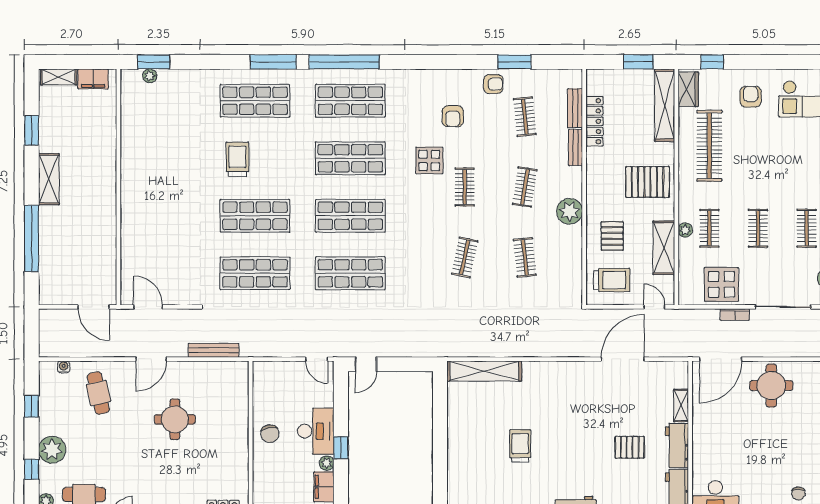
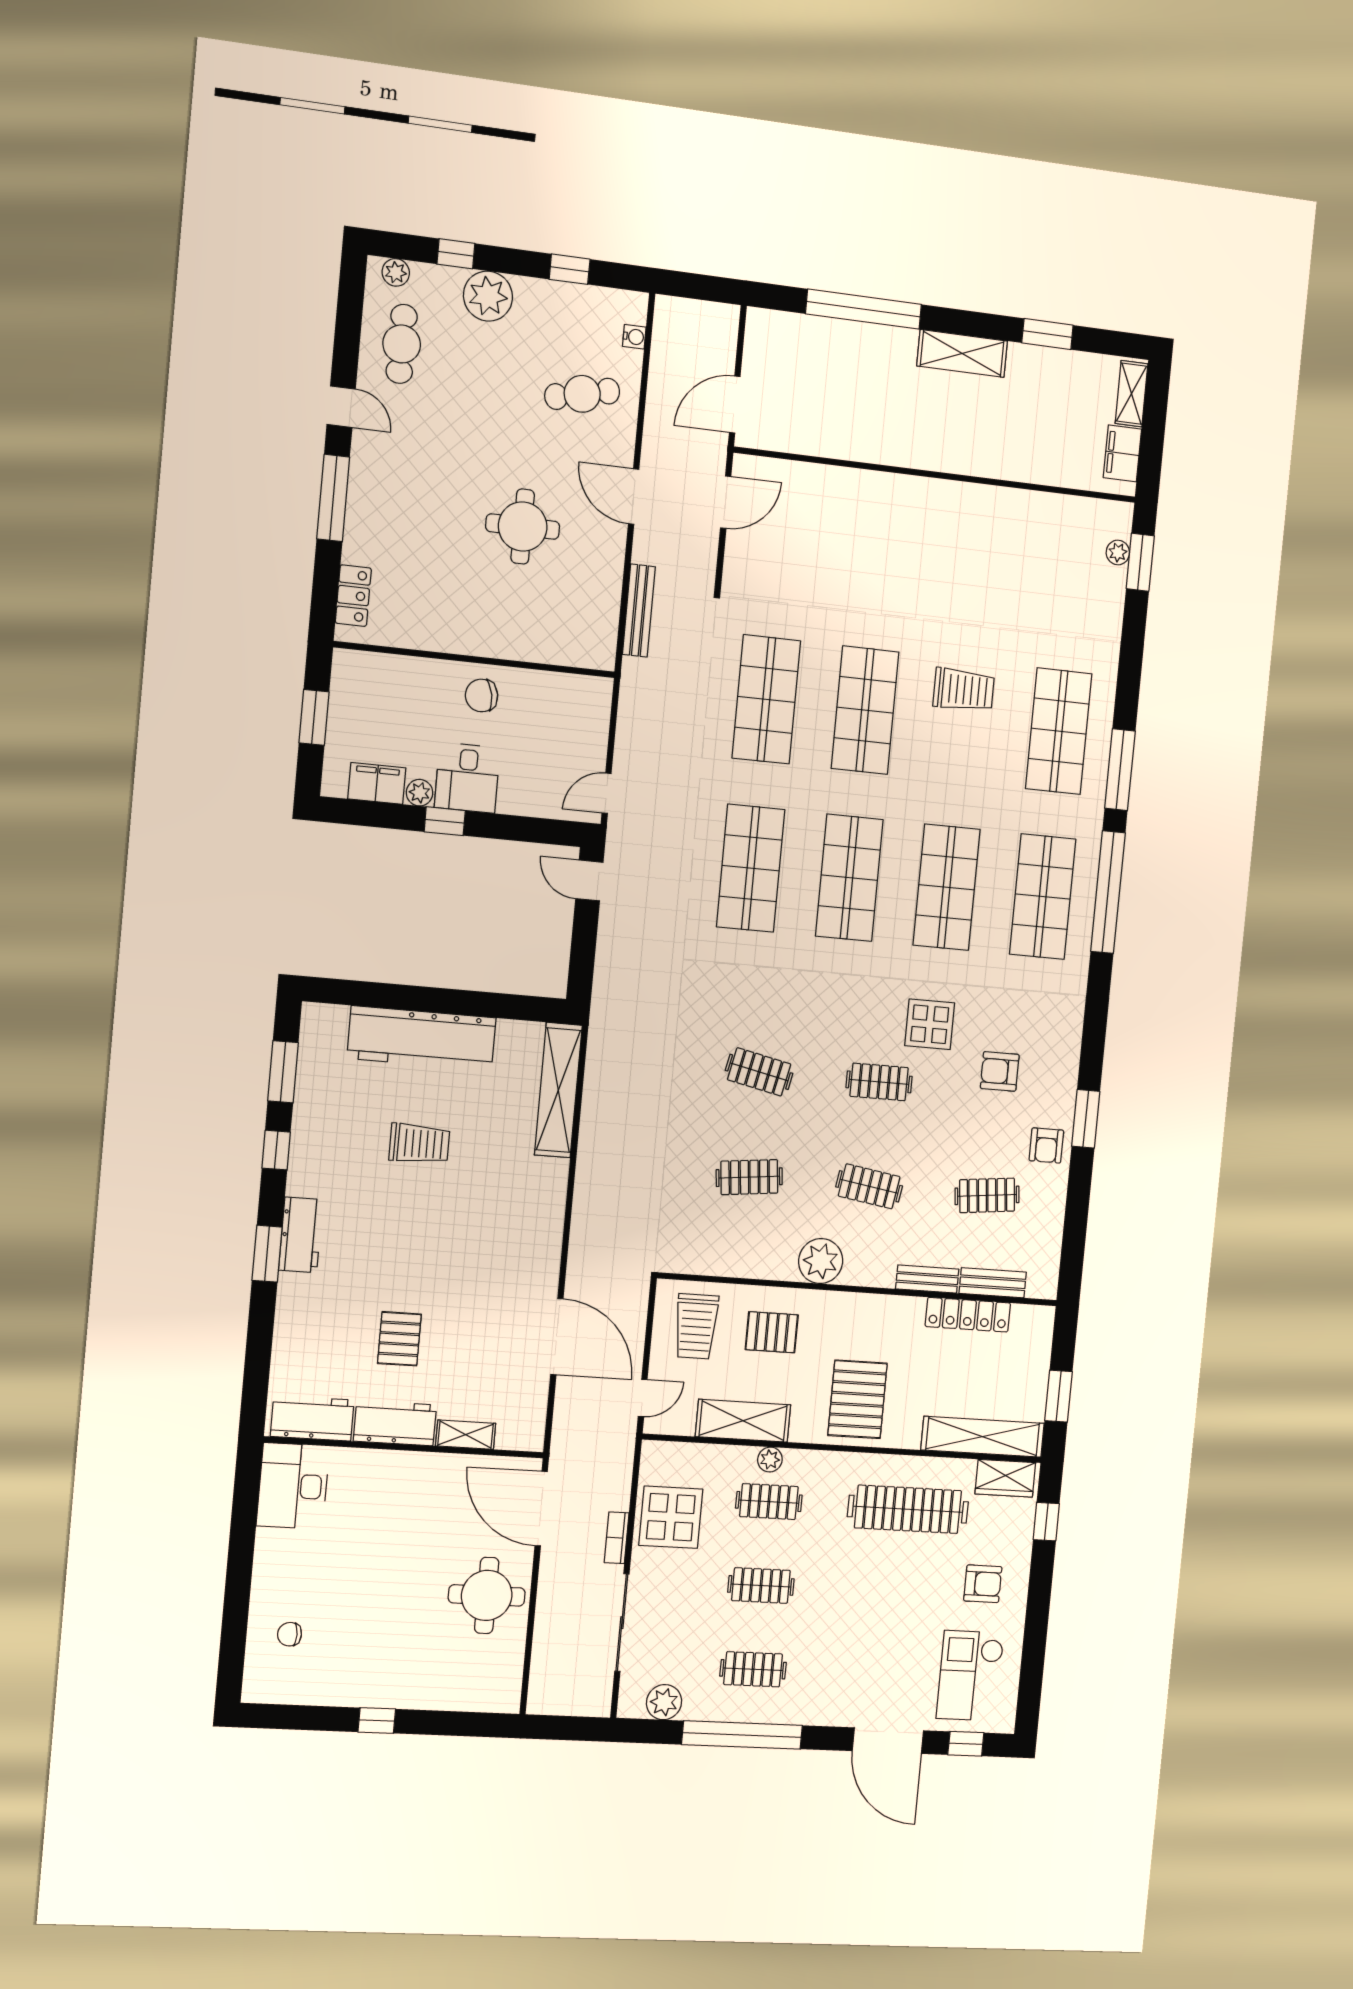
window: (514, 62) -> (1086, 1119), moved
desk: (316, 431) -> (467, 778), width x0.73
workbench: (462, 450) -> (422, 1038), added

